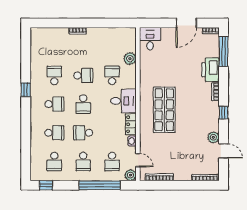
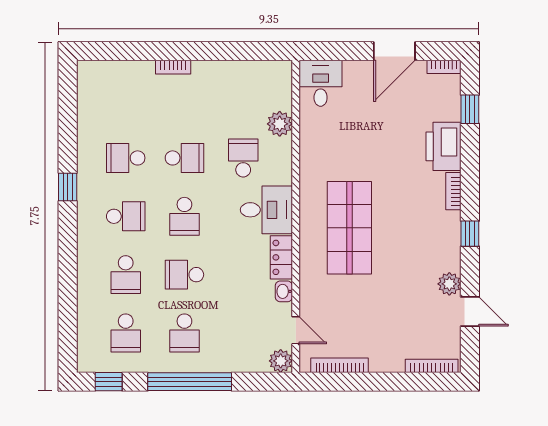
window: (223, 52) -> (470, 109), width x0.46
school desk: (54, 75) -> (126, 158), turned -90
school desk: (54, 133) -> (126, 275), turned 90
school desk: (112, 161) -> (243, 333), removed
window: (100, 185) -> (190, 382), moved

